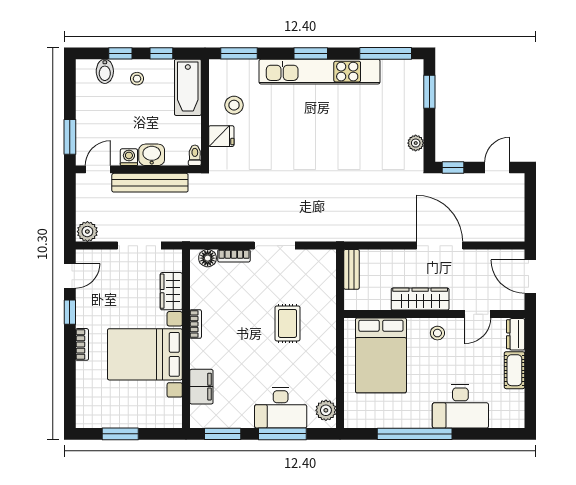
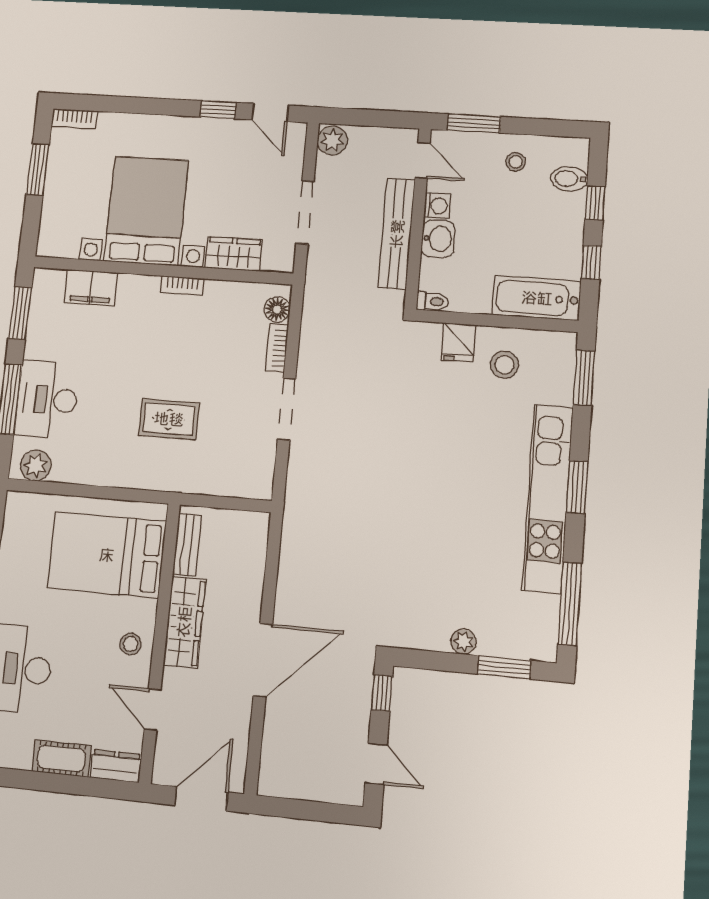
stool: (137, 79) -> (516, 162), moved
plant: (416, 143) -> (463, 642), moved
bench: (351, 269) -> (187, 545), moved, turned 90
bookcase: (82, 344) -> (74, 119), moved

